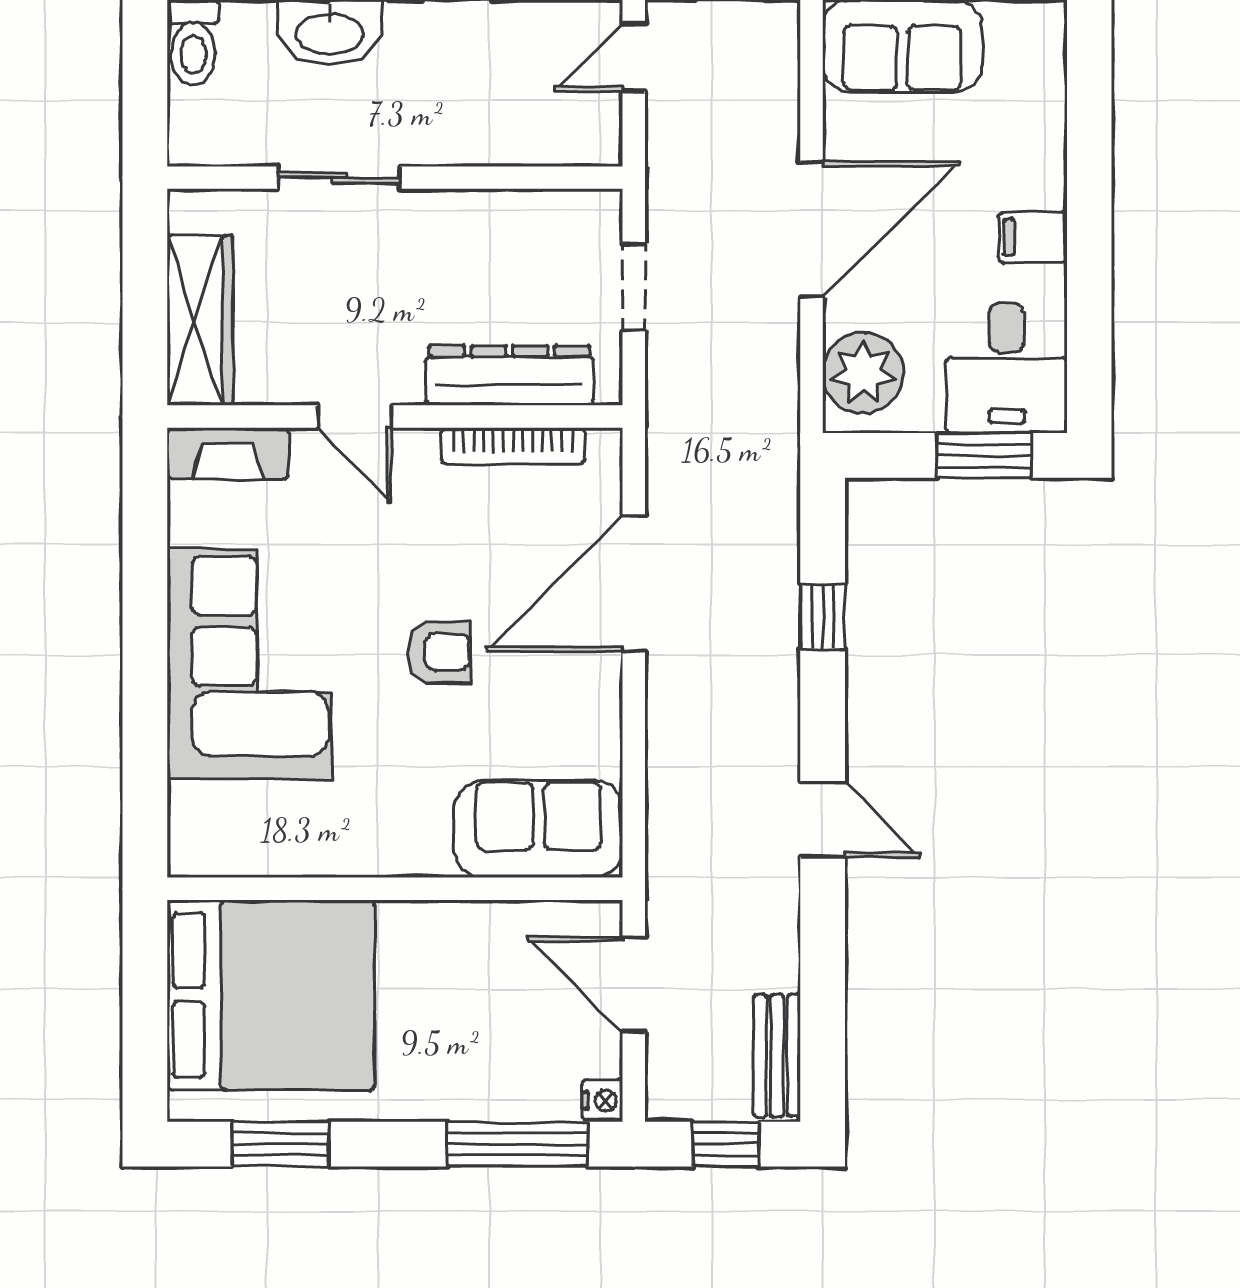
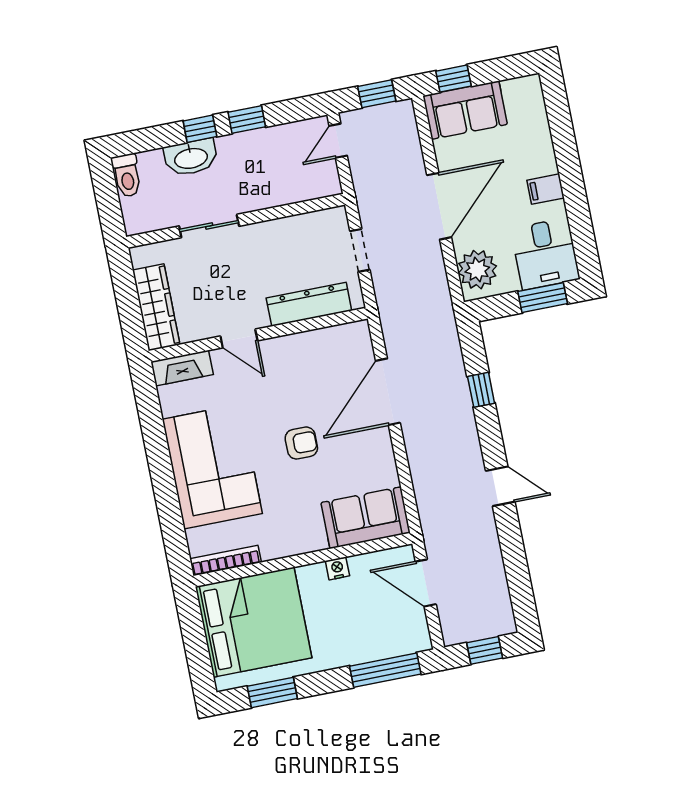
bookcase: (513, 446) -> (226, 561), moved, turned 180
bench: (777, 1055) -> (501, 603), removed
nightstand: (603, 1101) -> (337, 568), moved, turned -90

